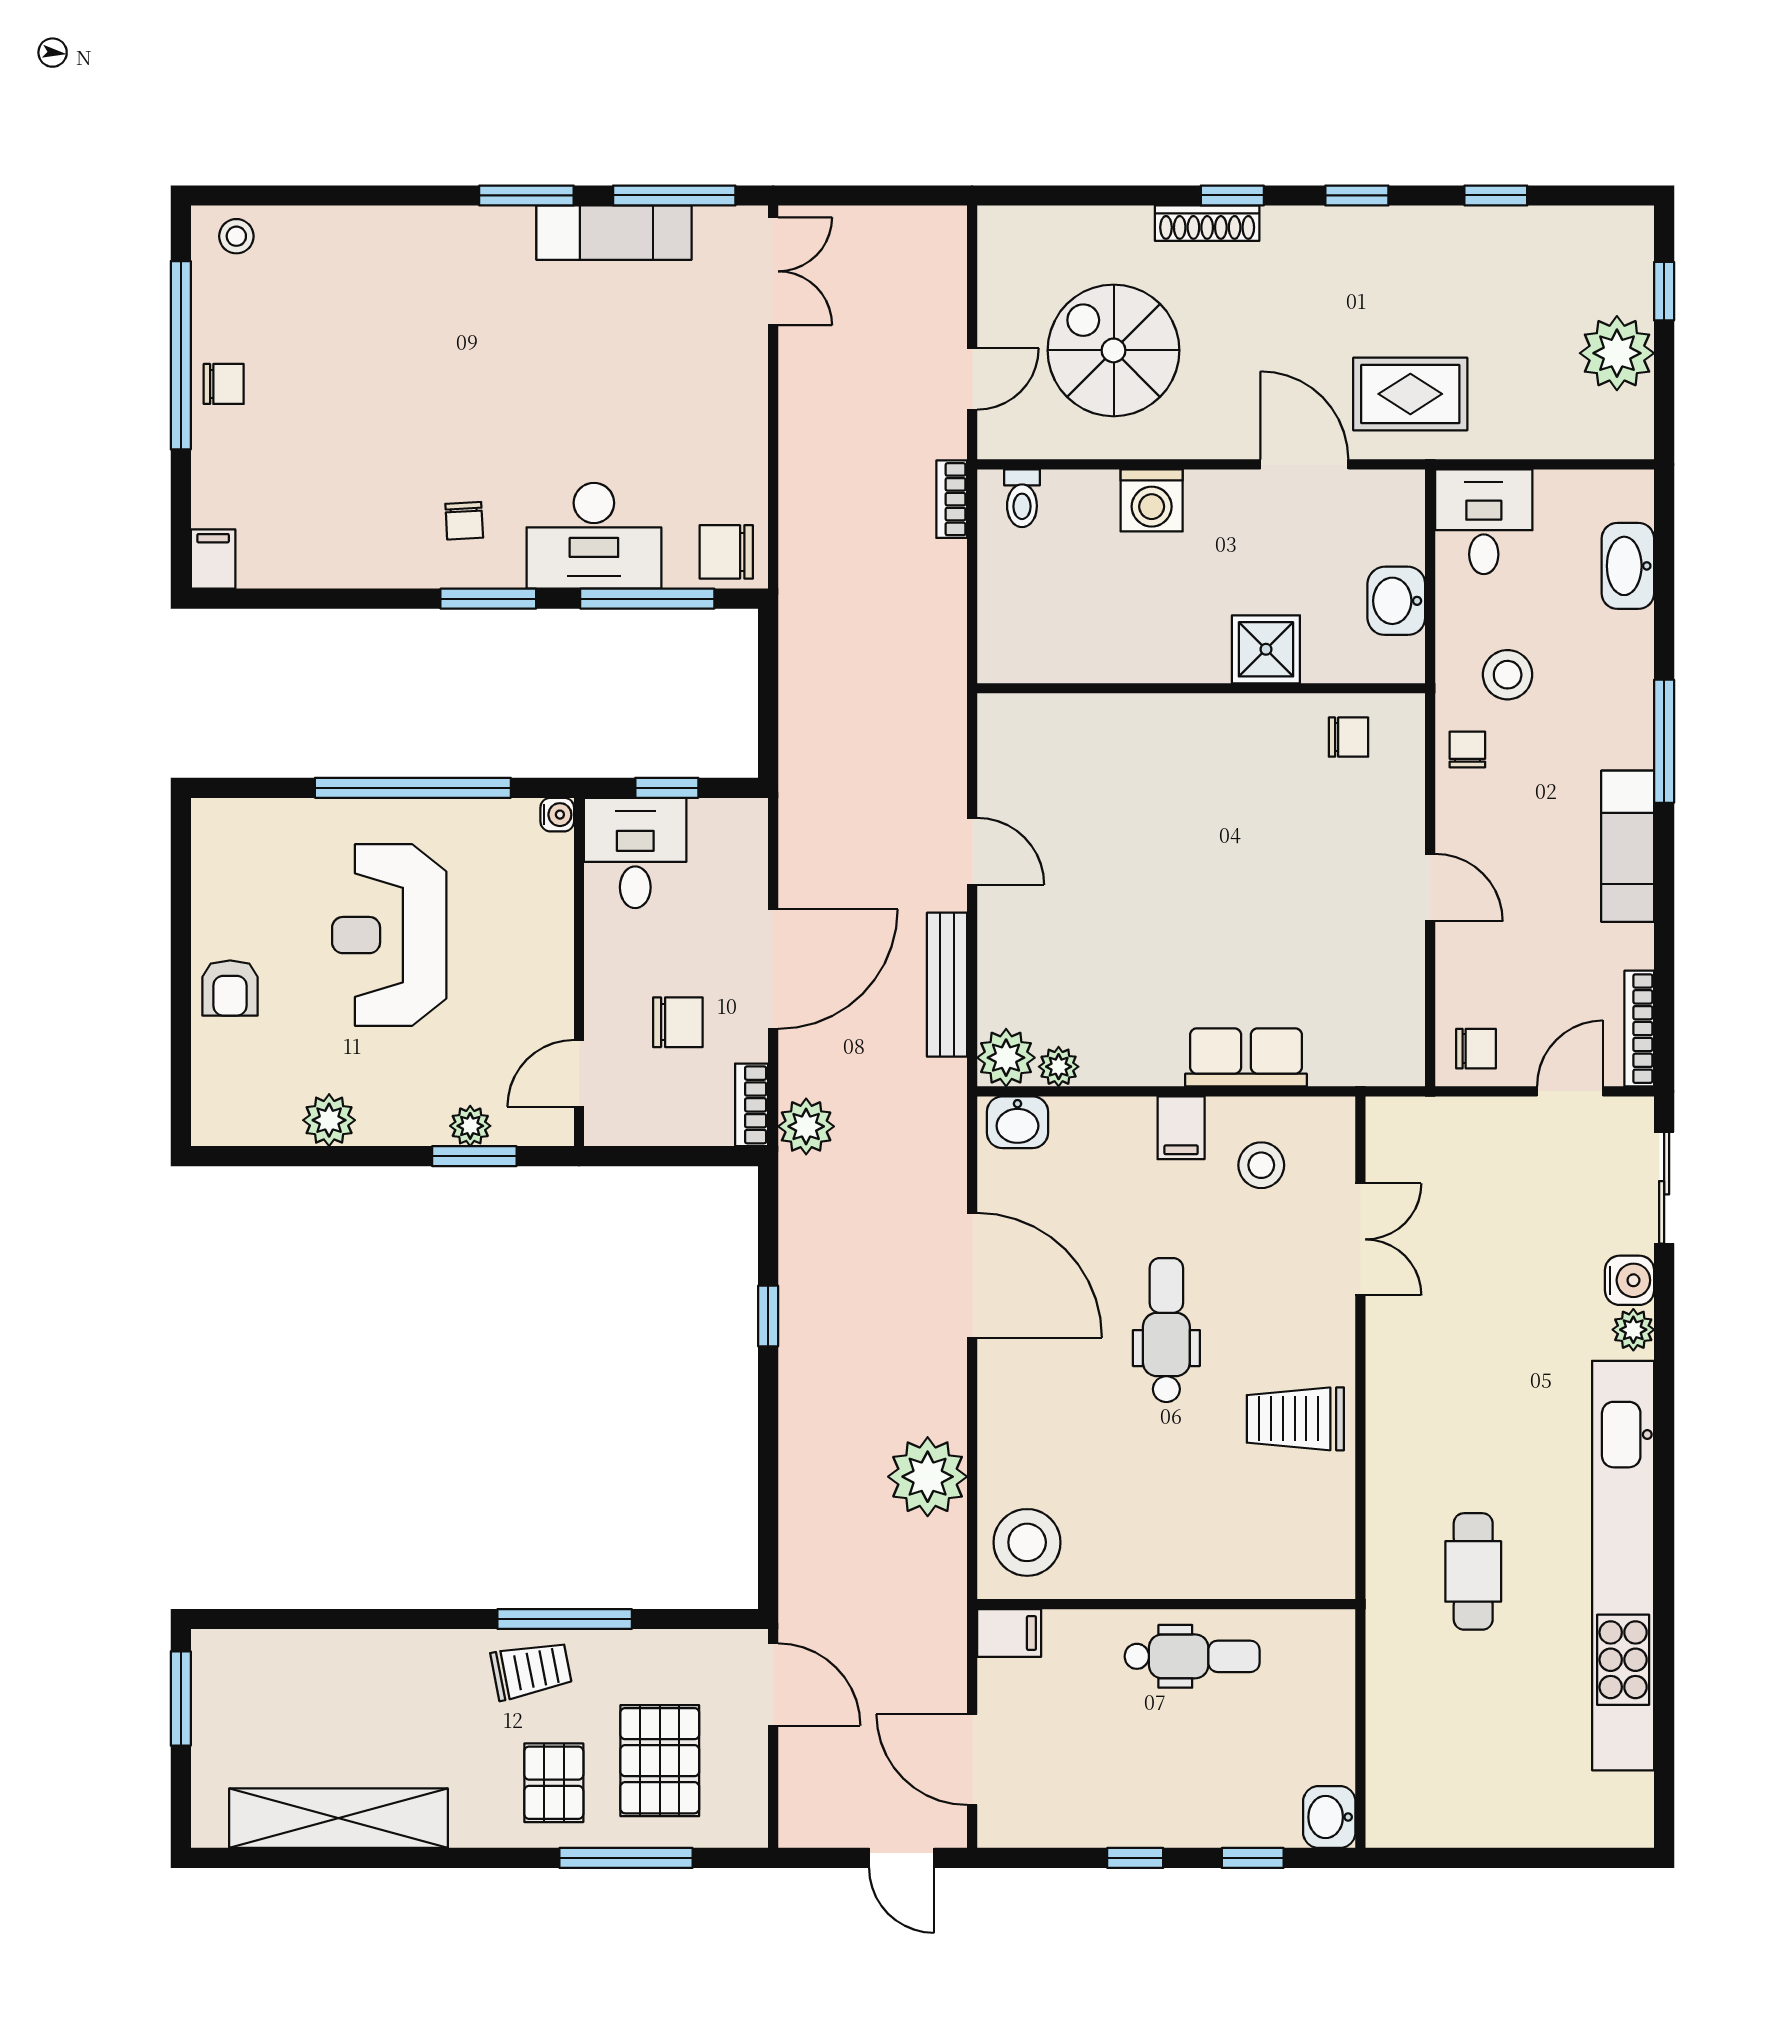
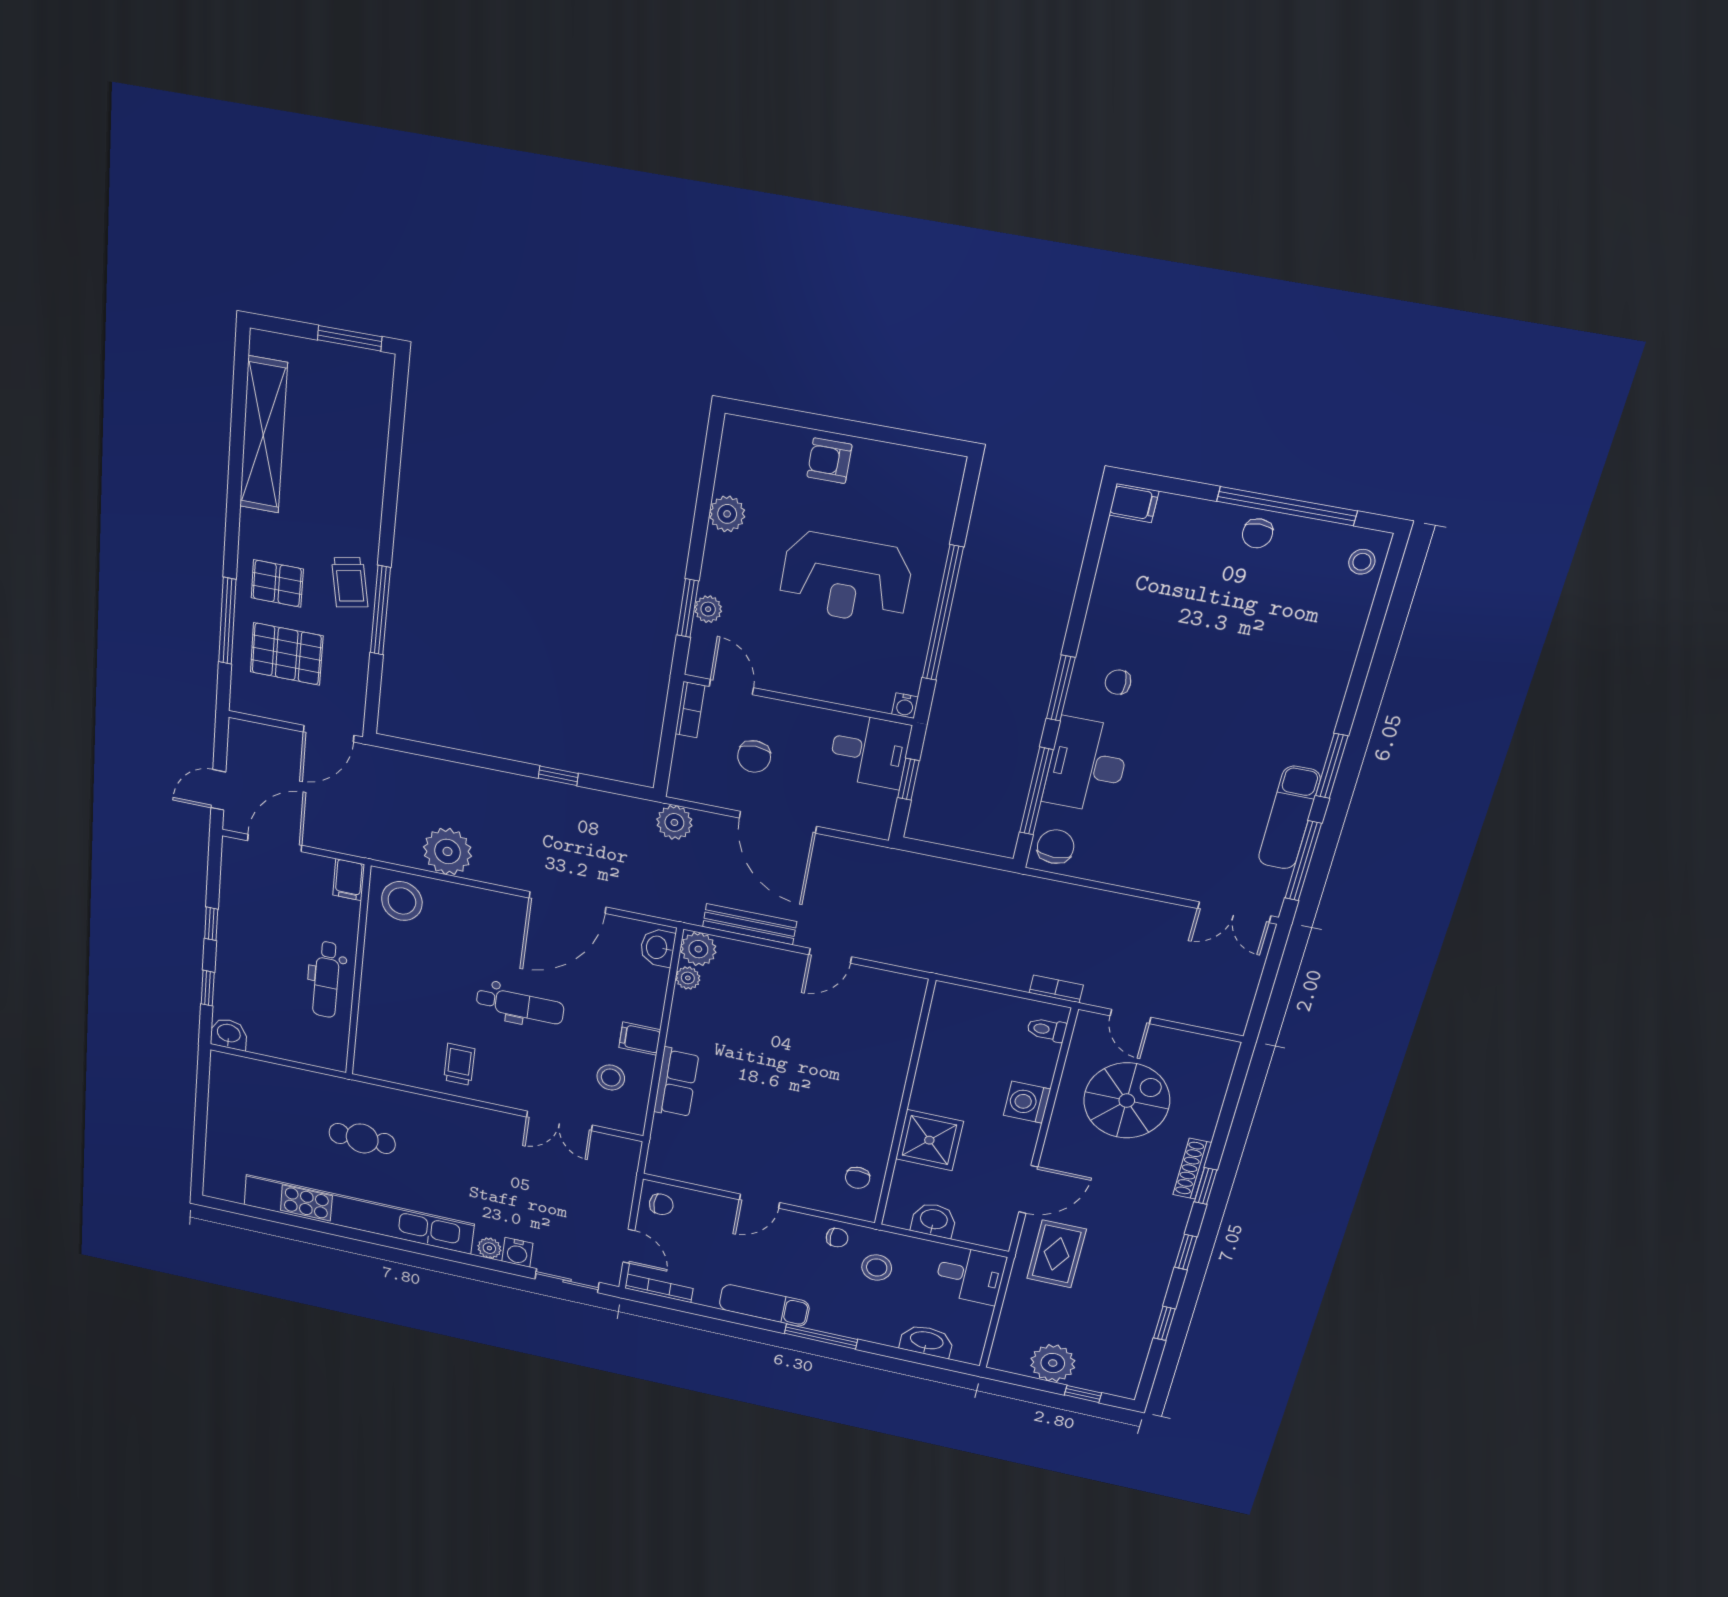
shower: (1266, 649) -> (929, 1140), width x1.36, depth x1.36
reception desk: (389, 935) -> (846, 578), turned 180
chair: (1476, 1049) -> (661, 1204), turned -90
bookcase: (752, 1105) -> (690, 710), moved, turned 90
trolley: (1295, 1419) -> (459, 1064), width x0.73, depth x0.72

